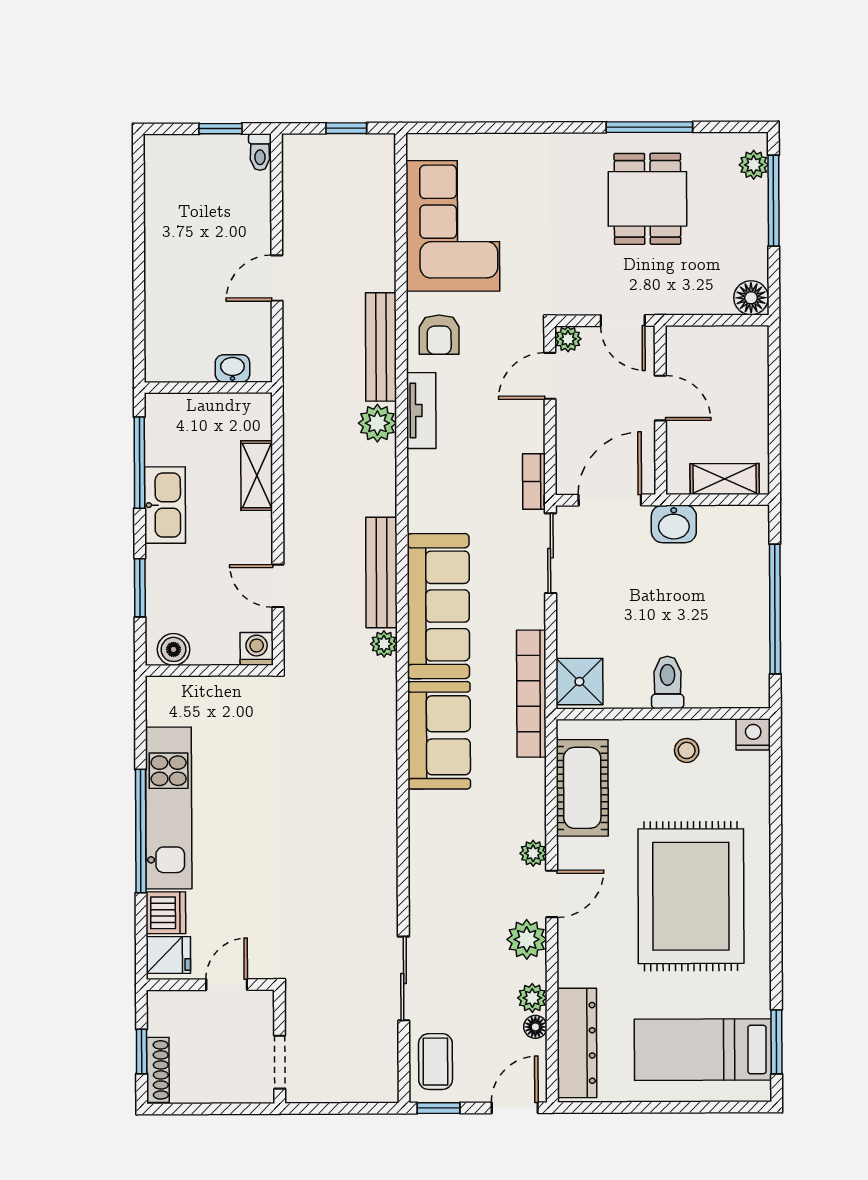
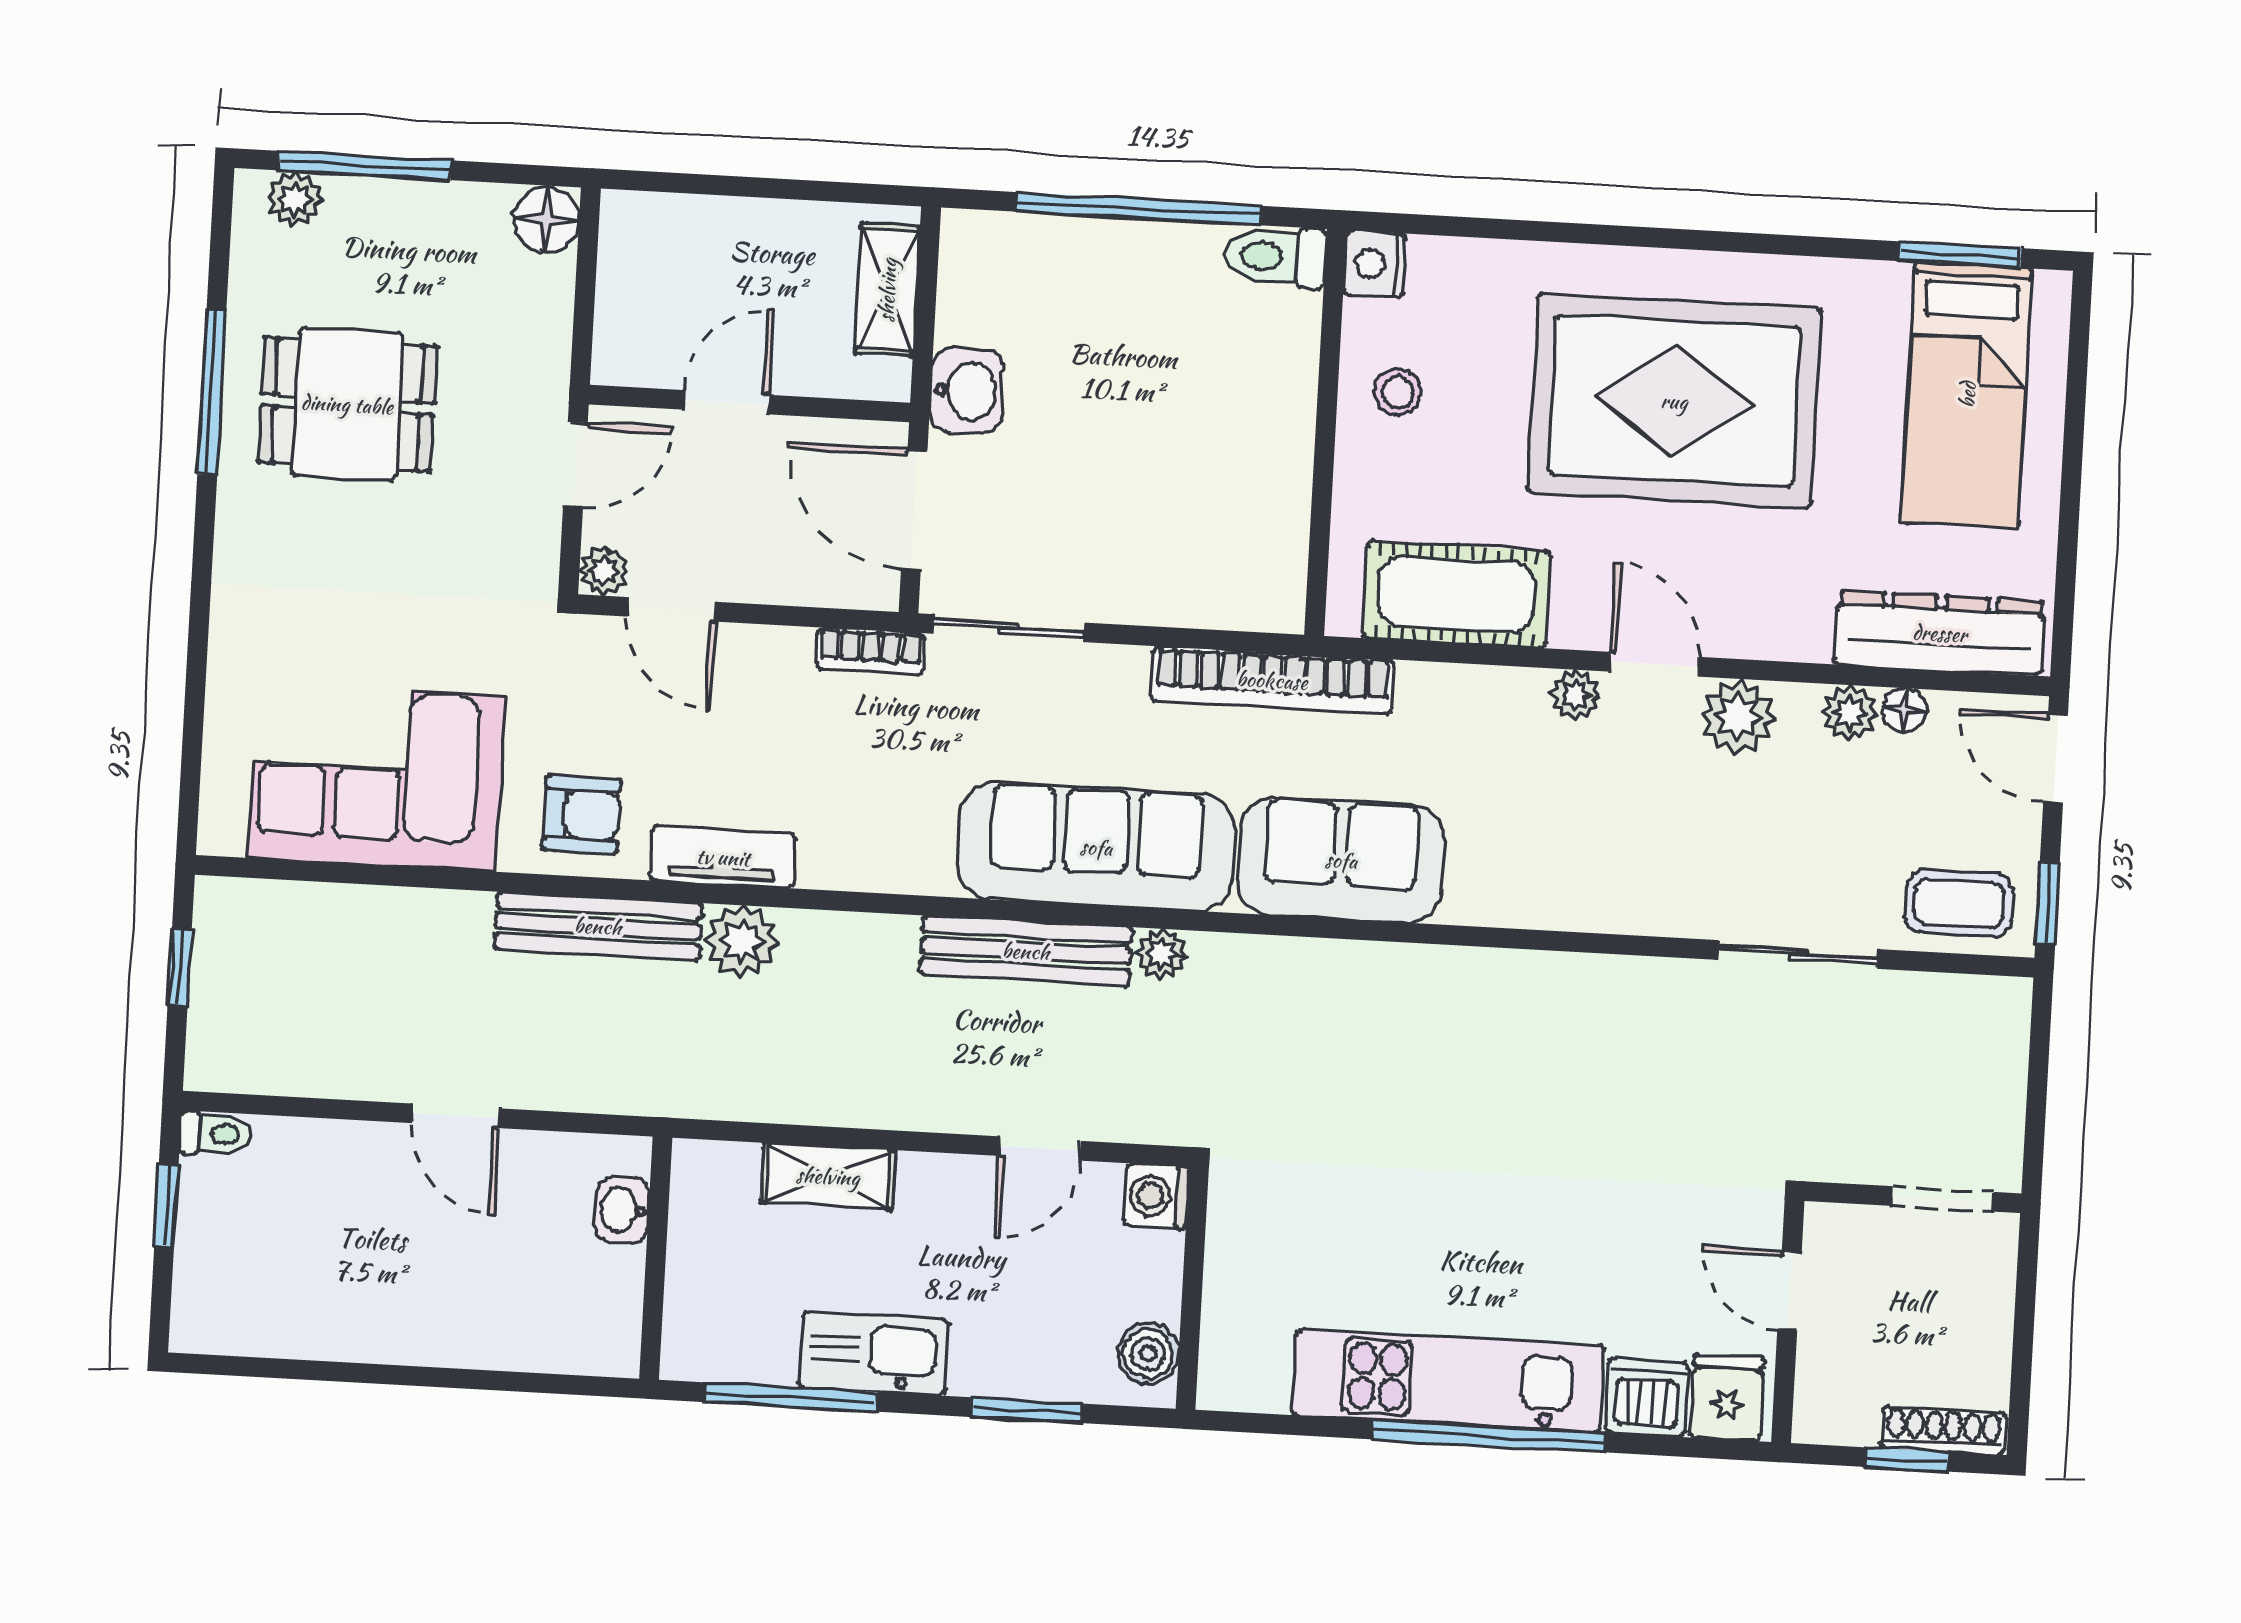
shower: (579, 682) -> (1255, 588), removed
toilet: (668, 682) -> (1275, 257), moved

